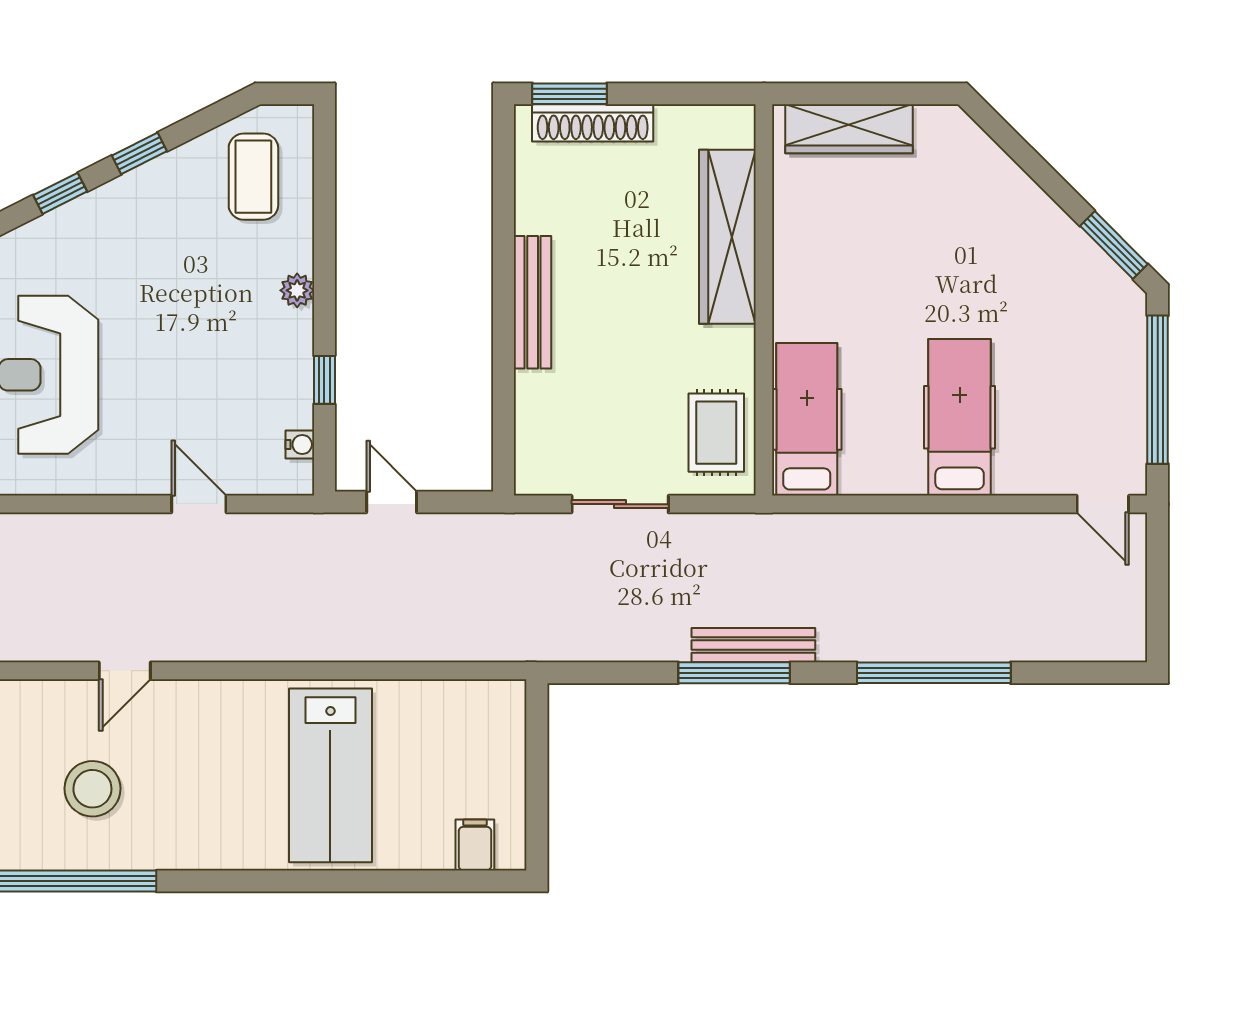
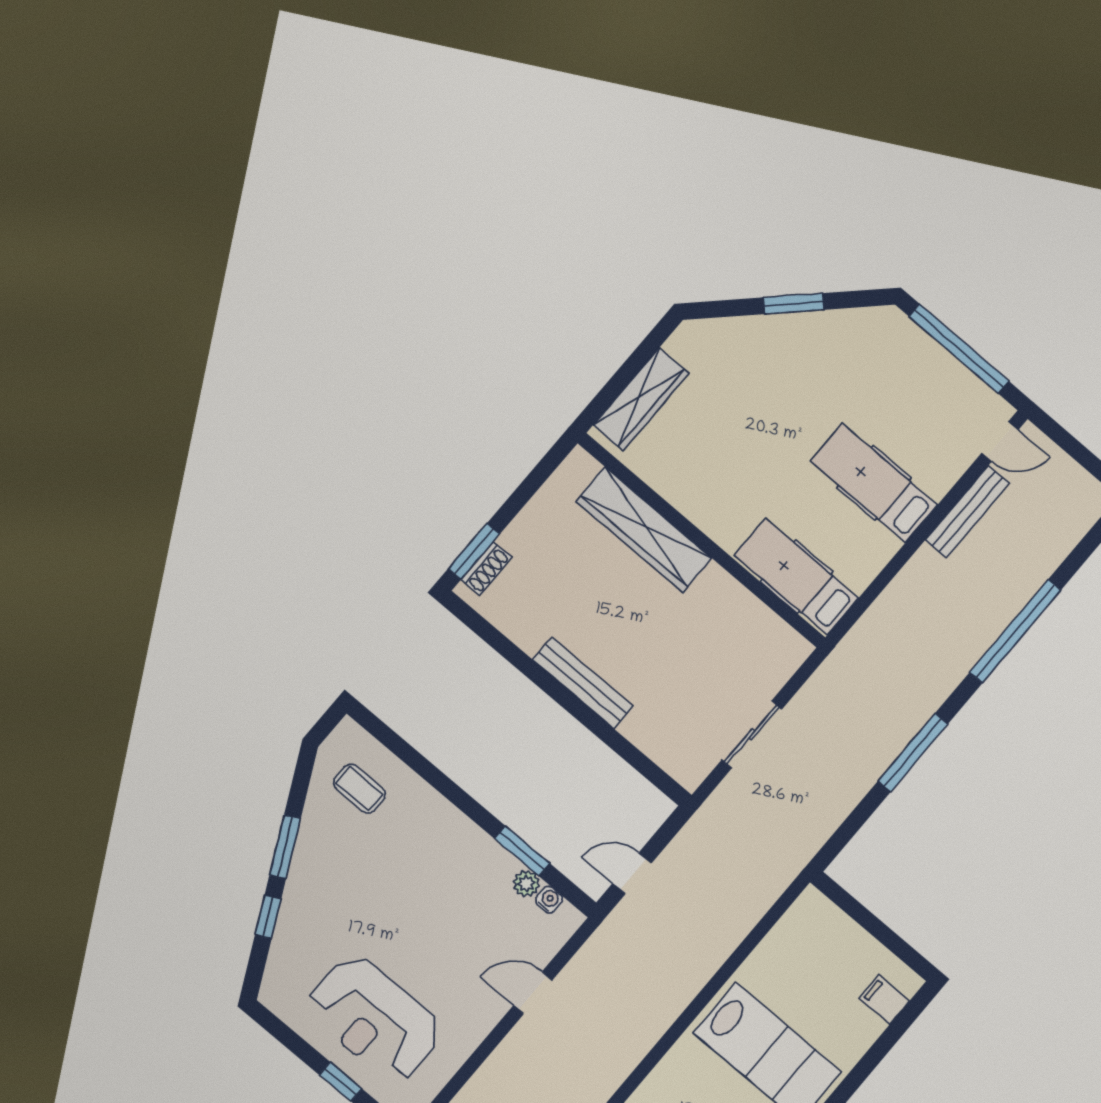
shoe rack: (593, 123) -> (486, 568), width x0.51, depth x0.81
window: (139, 153) -> (285, 847), width x1.50
coffee table: (253, 177) -> (360, 789), width x0.73, depth x0.77
window: (1114, 245) -> (794, 304), moved
plant: (297, 290) -> (526, 884), moved
window: (324, 380) -> (522, 851), width x1.50
rug: (716, 433) -> (758, 639), removed
bench: (753, 645) -> (967, 512), moved

